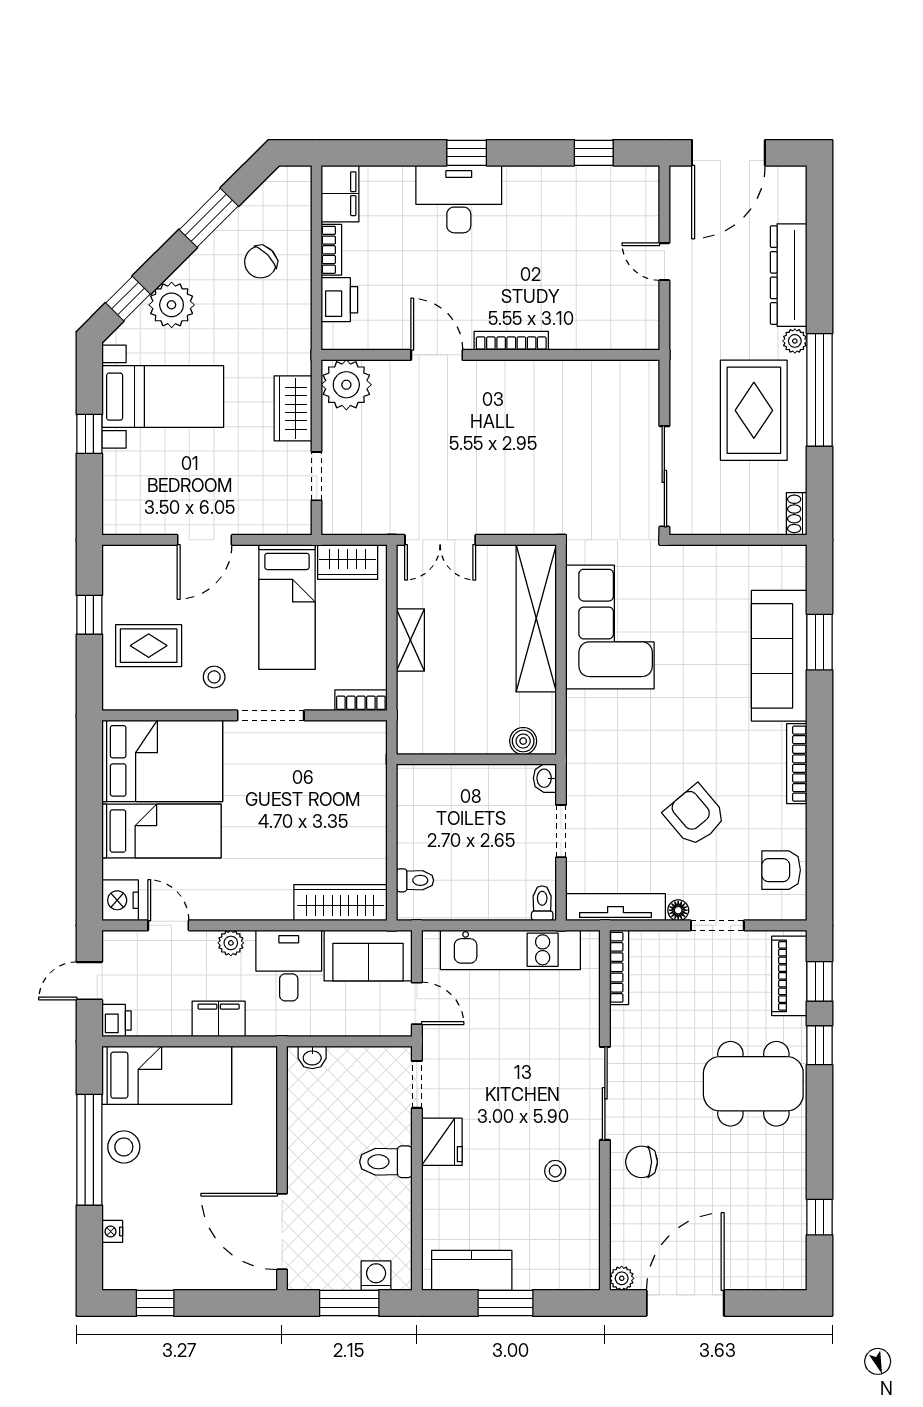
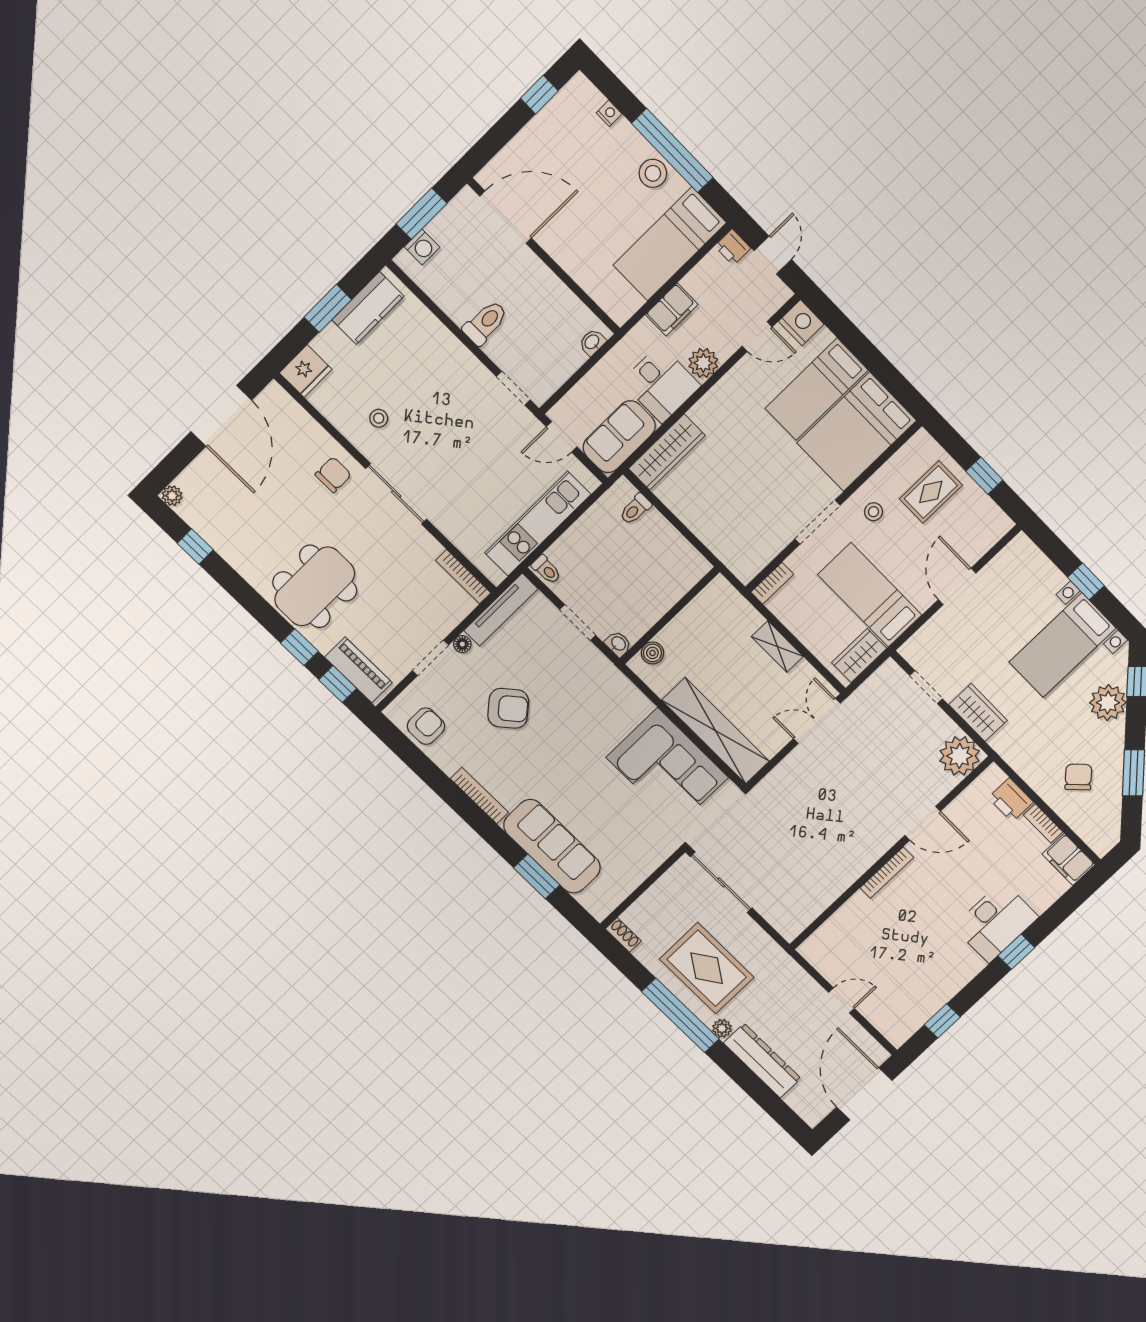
plant: (231, 943) -> (703, 363), width x1.38, depth x1.38
fridge: (442, 1142) -> (306, 371), moved, turned -90
plant: (622, 1278) -> (172, 496), moved

